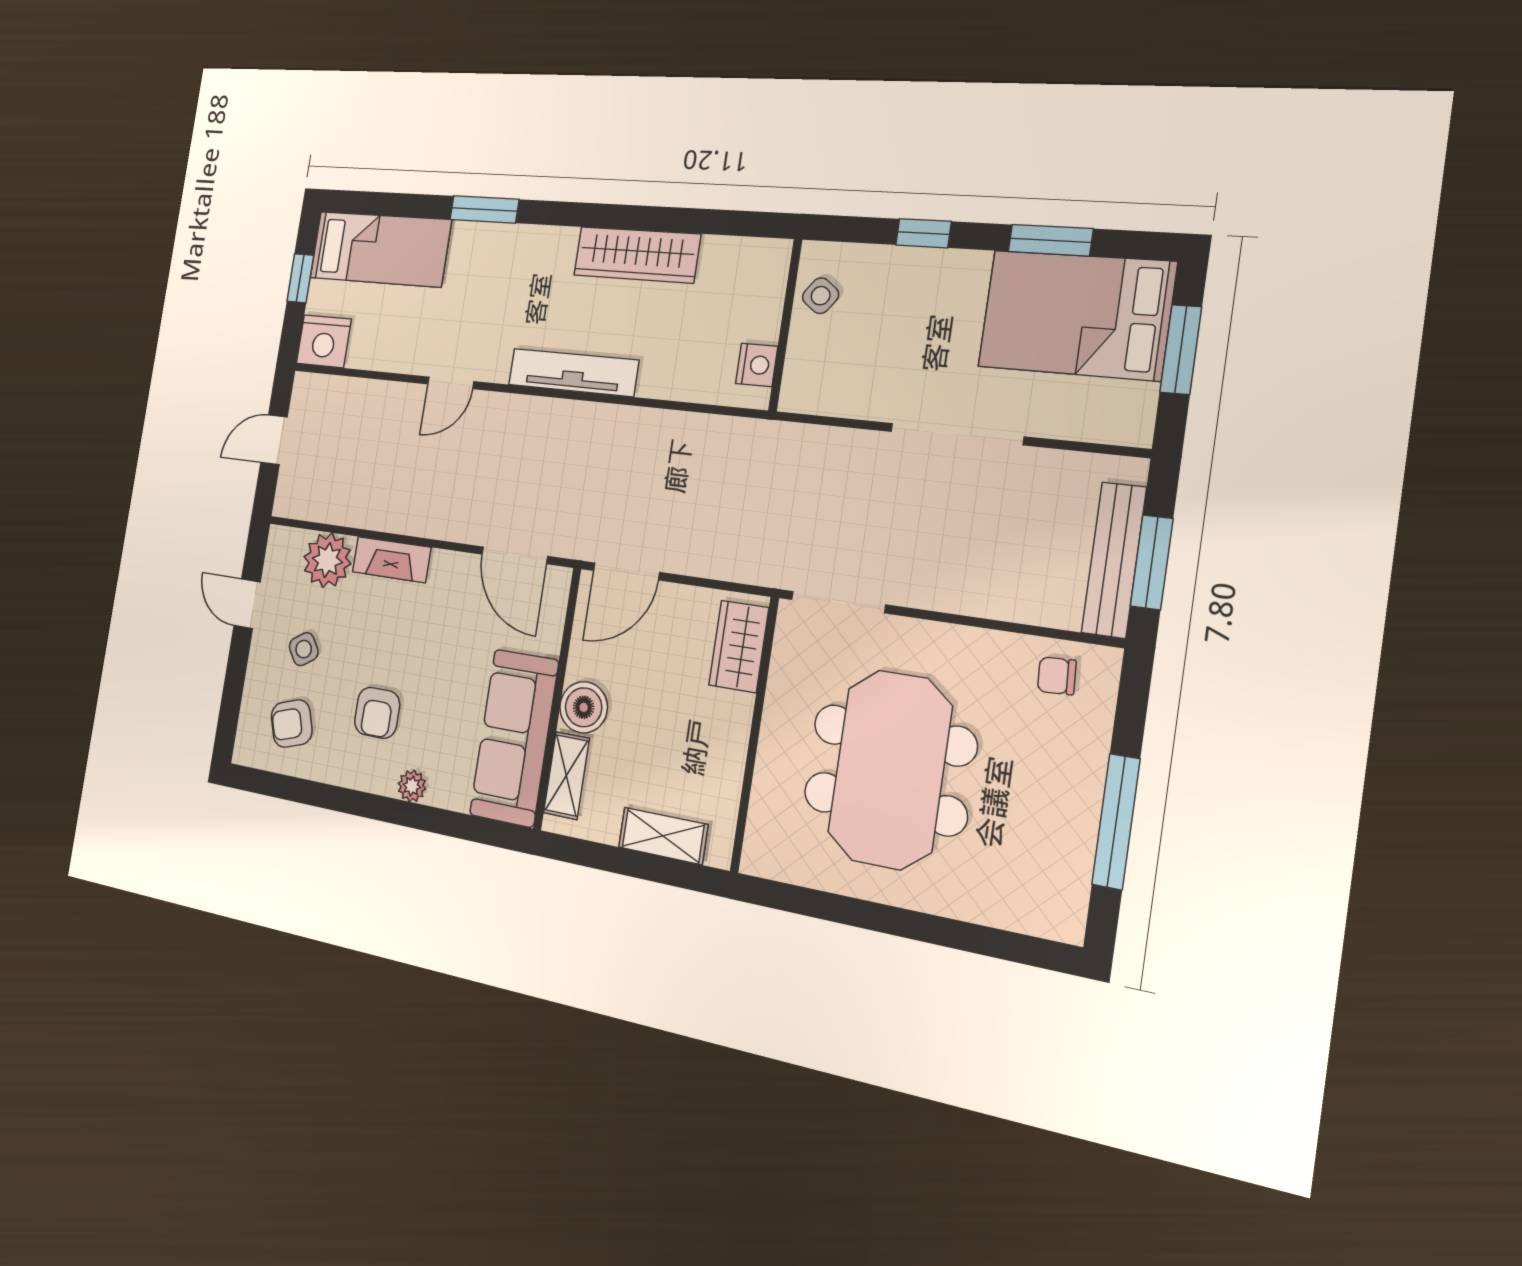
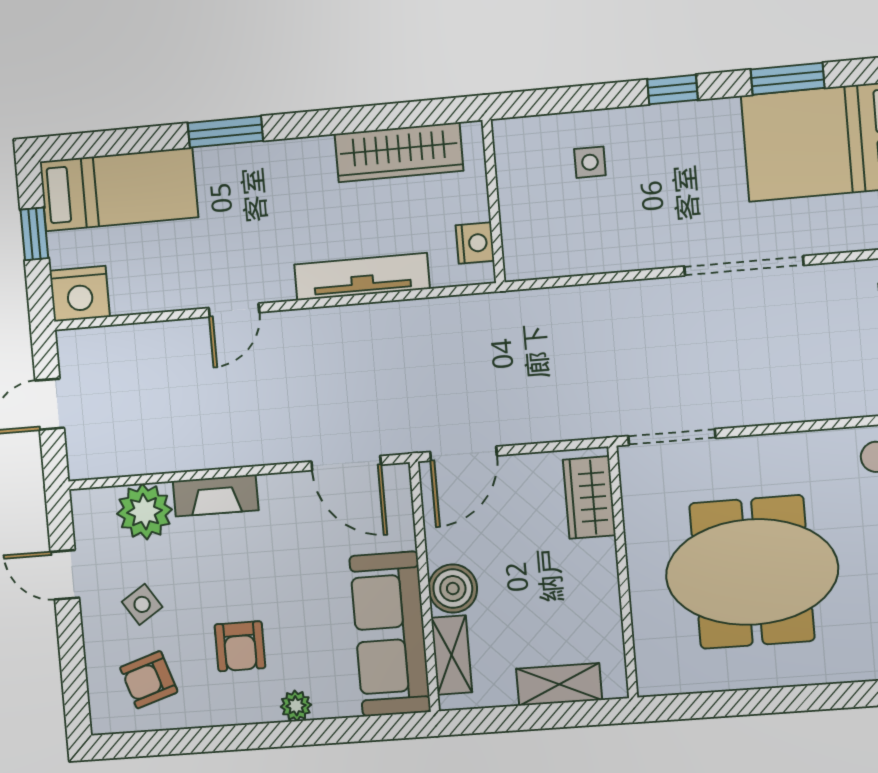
side table: (821, 296) -> (590, 162), turned -36
wall: (785, 325) -> (493, 201), moved
nightstand: (757, 365) -> (475, 243), moved
meeting table: (890, 770) -> (752, 572), turned 90

